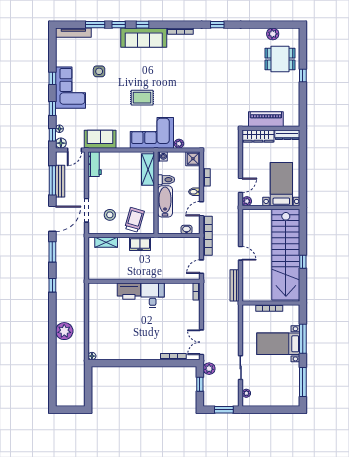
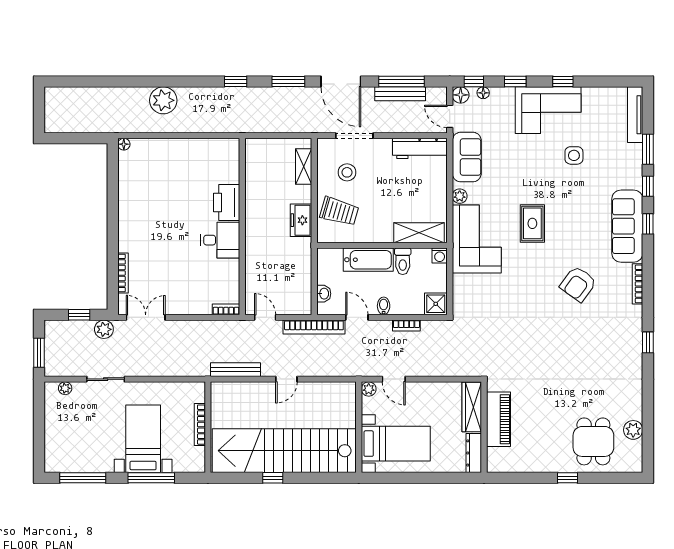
armchair: (180, 69) -> (578, 284), added
plant: (179, 144) -> (460, 196), moved
workbench: (95, 164) -> (420, 148), width x1.38

